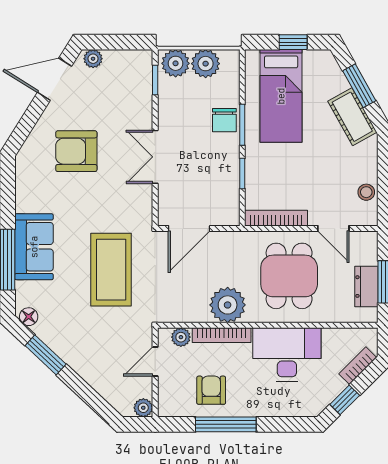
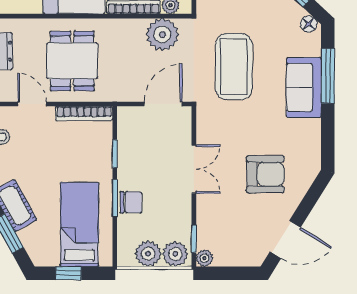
plant: (93, 59) -> (204, 258), moved
chair: (224, 120) -> (131, 202), turned 90
plant: (228, 305) -> (162, 35), moved

